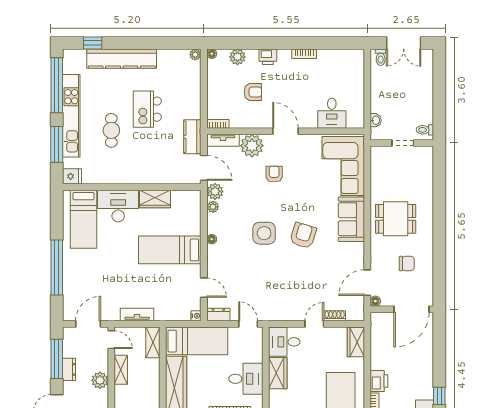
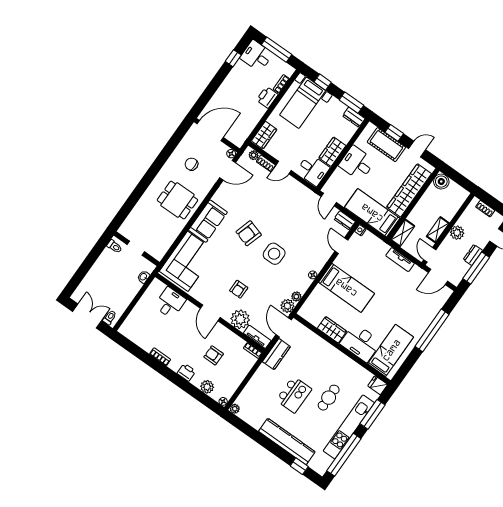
plant: (352, 315) -> (254, 155), added

